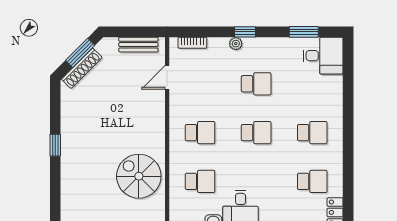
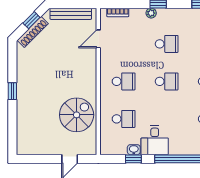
bench: (138, 45) -> (71, 14), width x1.36
window: (80, 53) -> (31, 20), width x0.67
spiral stairs: (139, 176) -> (77, 115), turned 90

